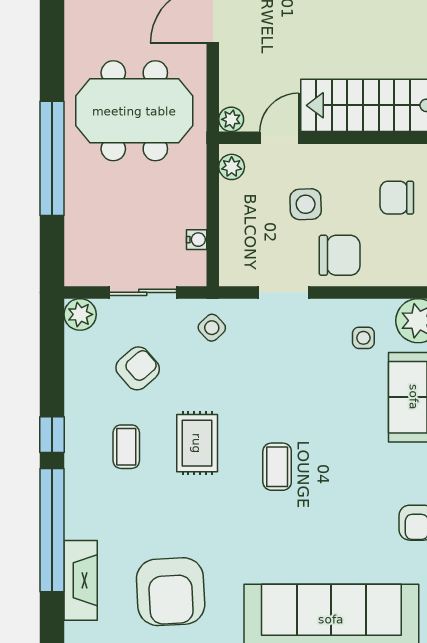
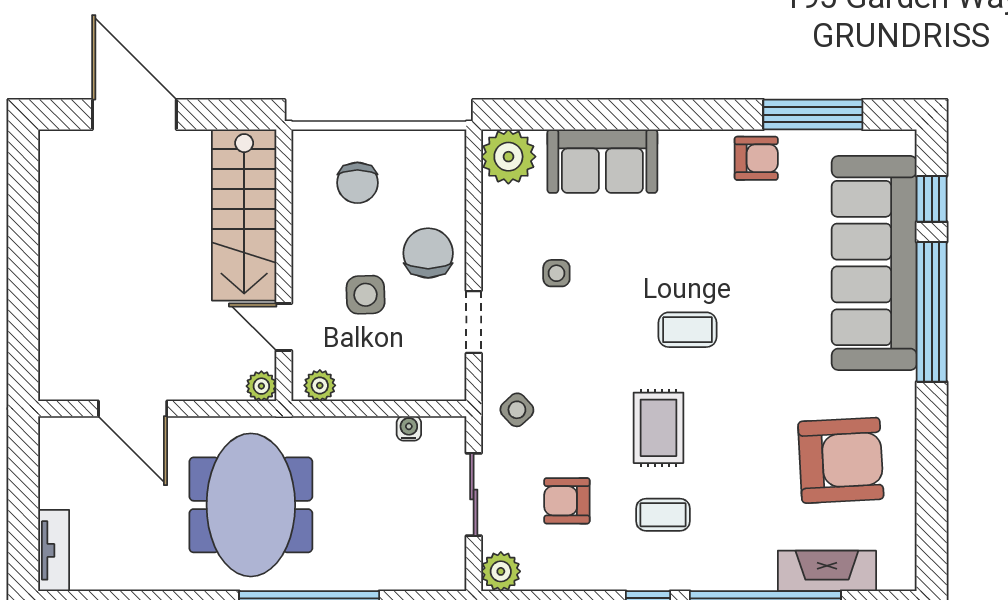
side table: (363, 338) -> (556, 273), moved
armchair: (138, 368) -> (567, 501), turned -49
rug: (197, 443) -> (659, 428), turned 90

